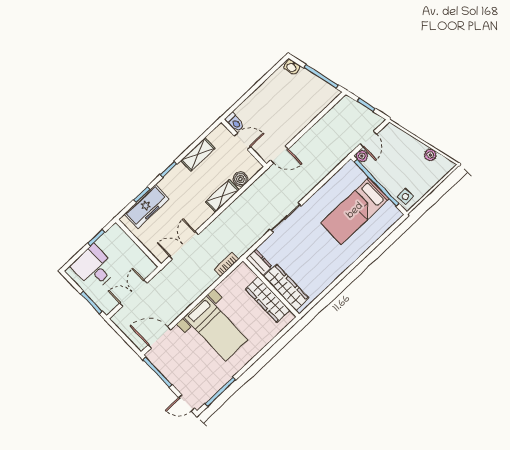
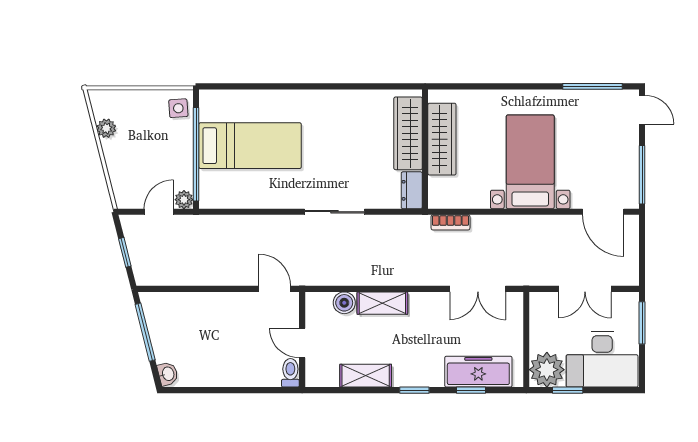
plant: (115, 238) -> (547, 370), added
desk: (94, 268) -> (602, 359), width x1.37

